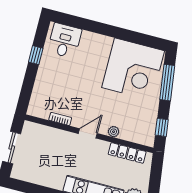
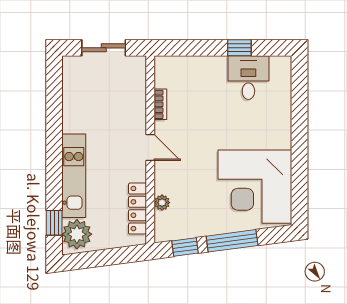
desk: (65, 41) -> (248, 78), moved, turned -90
window: (167, 83) -> (232, 241), moved
plant: (114, 132) -> (162, 203), moved

